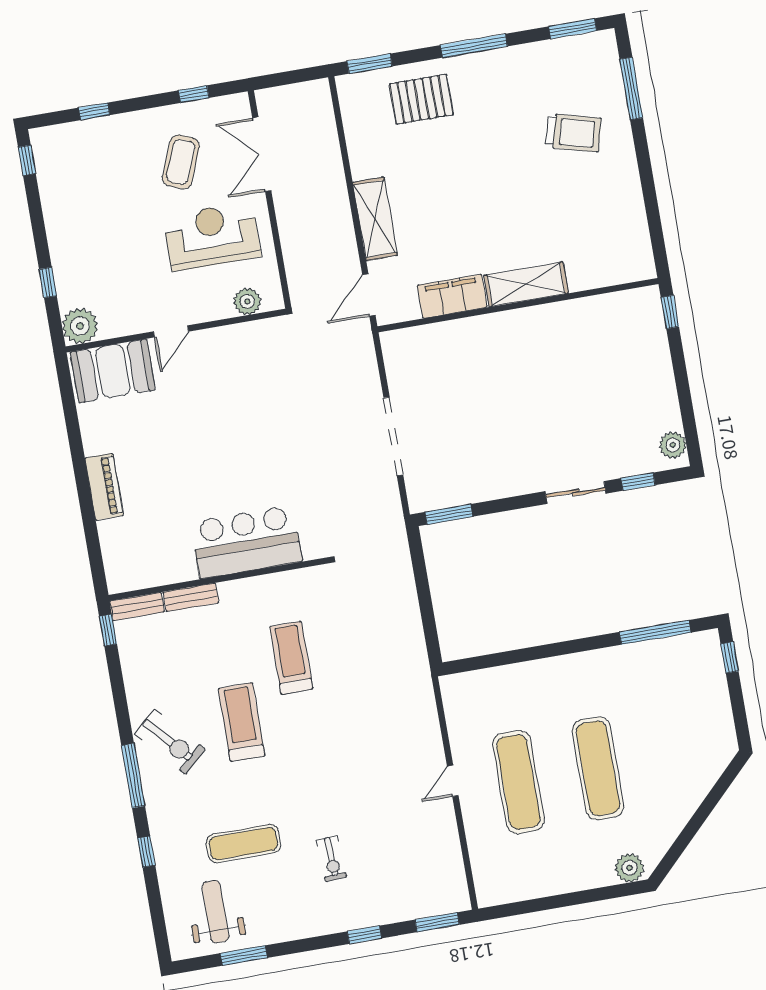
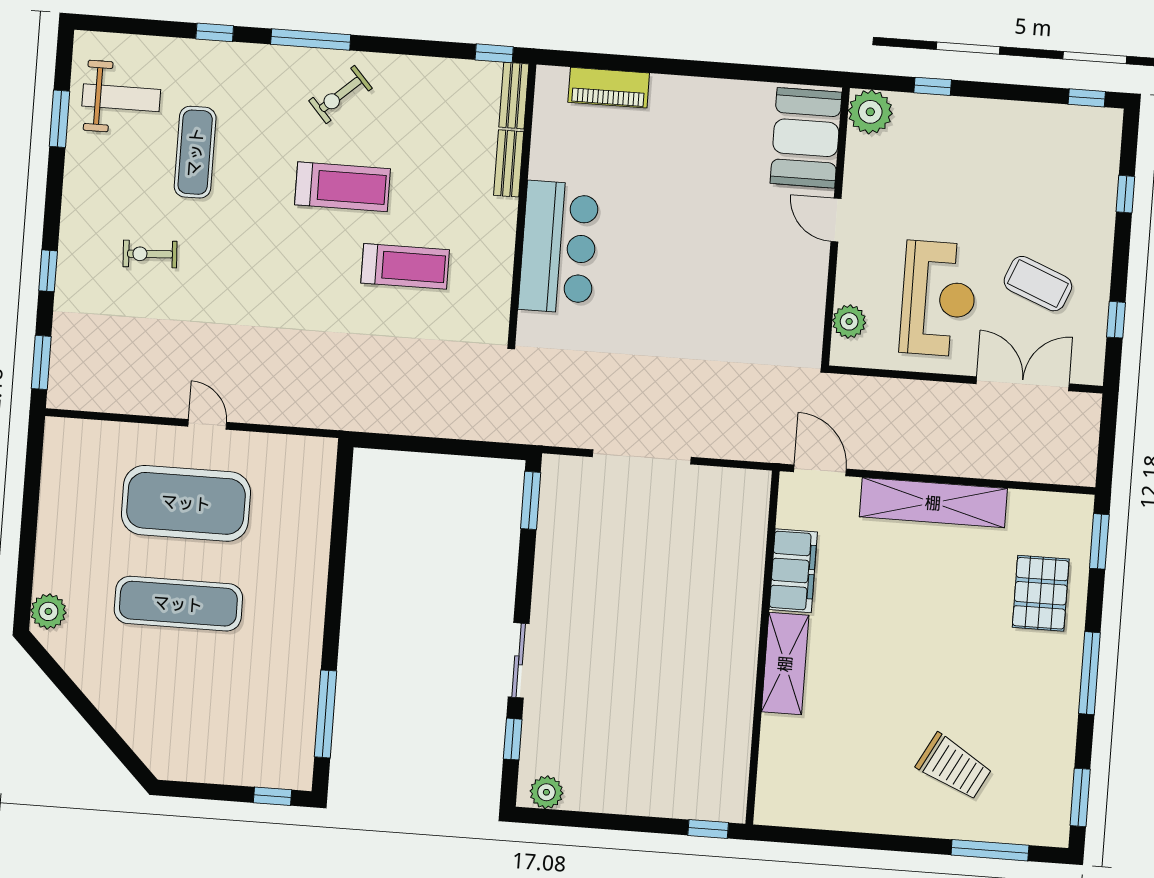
trolley: (573, 133) -> (954, 767), turned -77
shelving: (375, 219) -> (933, 503), width x1.47
piano: (104, 487) -> (609, 88), moved
exercise bike: (170, 742) -> (340, 95), width x0.73, depth x0.72
exercise mat: (518, 782) -> (186, 503), width x1.47

